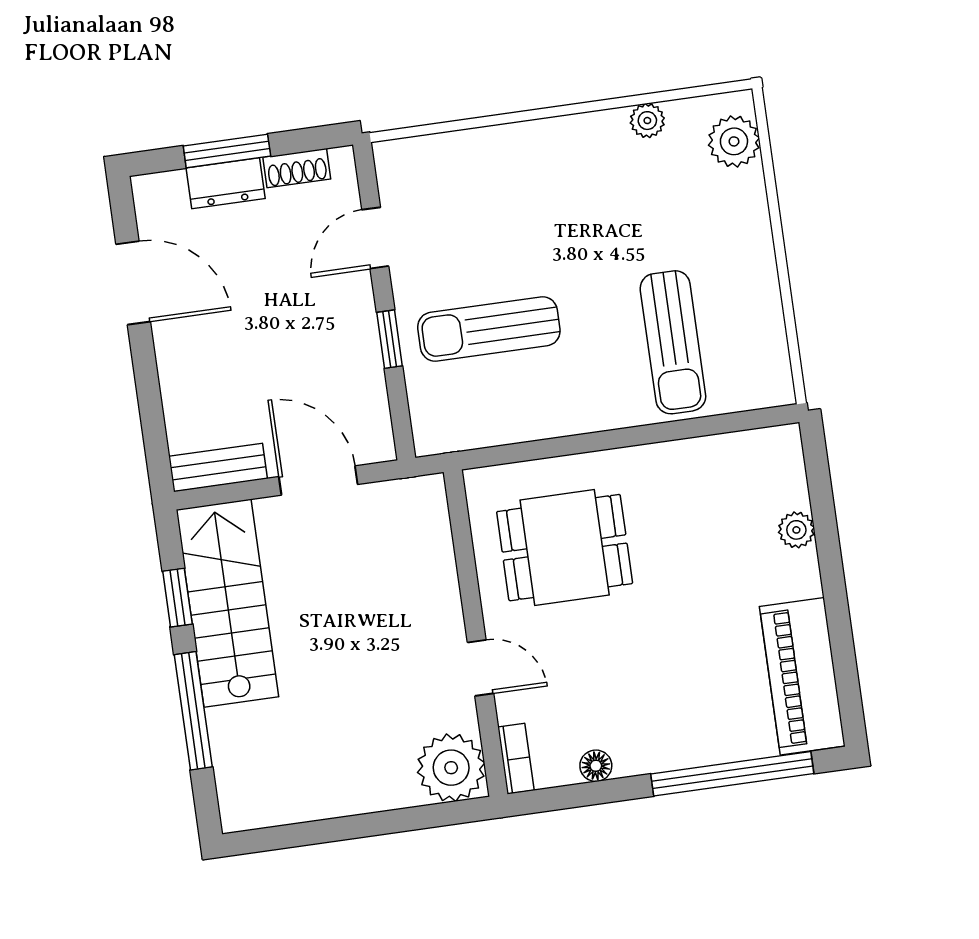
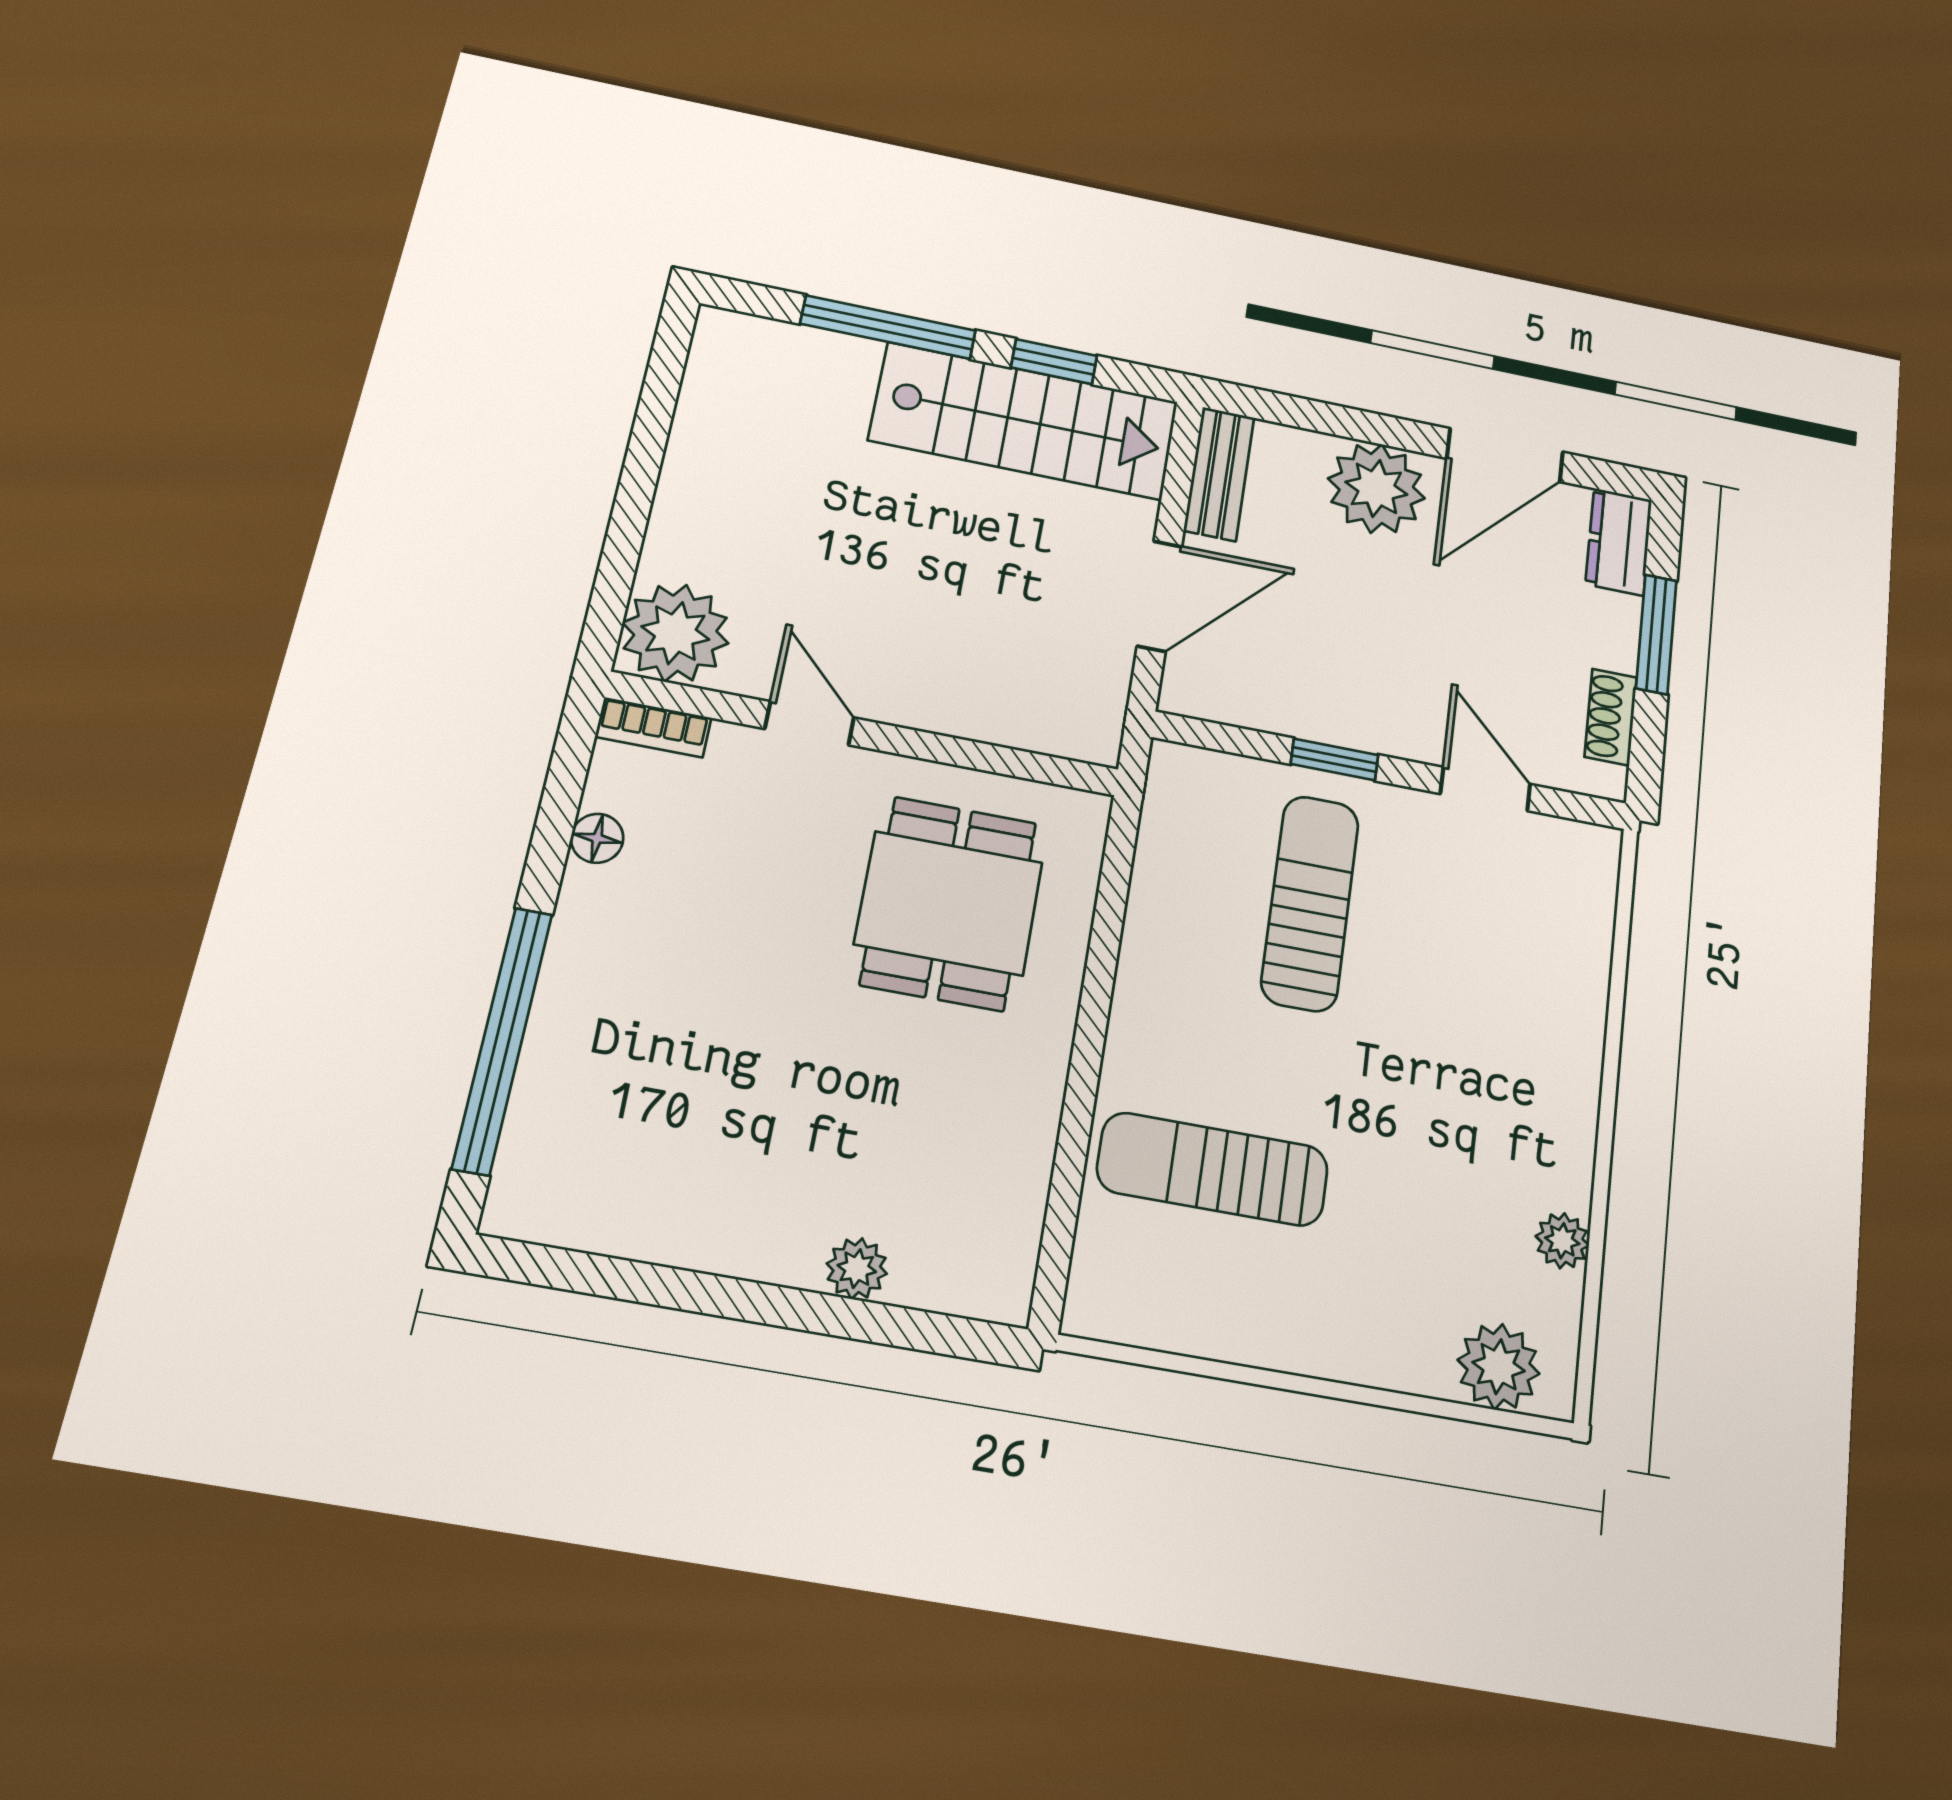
dresser: (226, 183) -> (1619, 542), moved
plant: (190, 362) -> (1376, 488), added
door: (480, 668) -> (809, 723), swing flipped
piano: (802, 676) -> (617, 1202), removed

